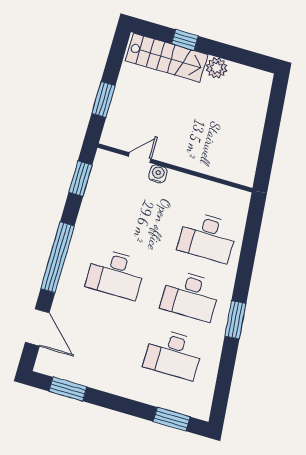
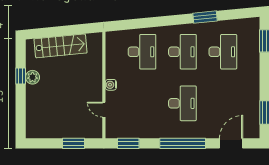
window: (185, 40) -> (21, 76), moved
stairs: (167, 58) -> (61, 46), moved, turned 84
water cooler: (158, 174) -> (111, 85), moved
window: (235, 320) -> (205, 17), moved

